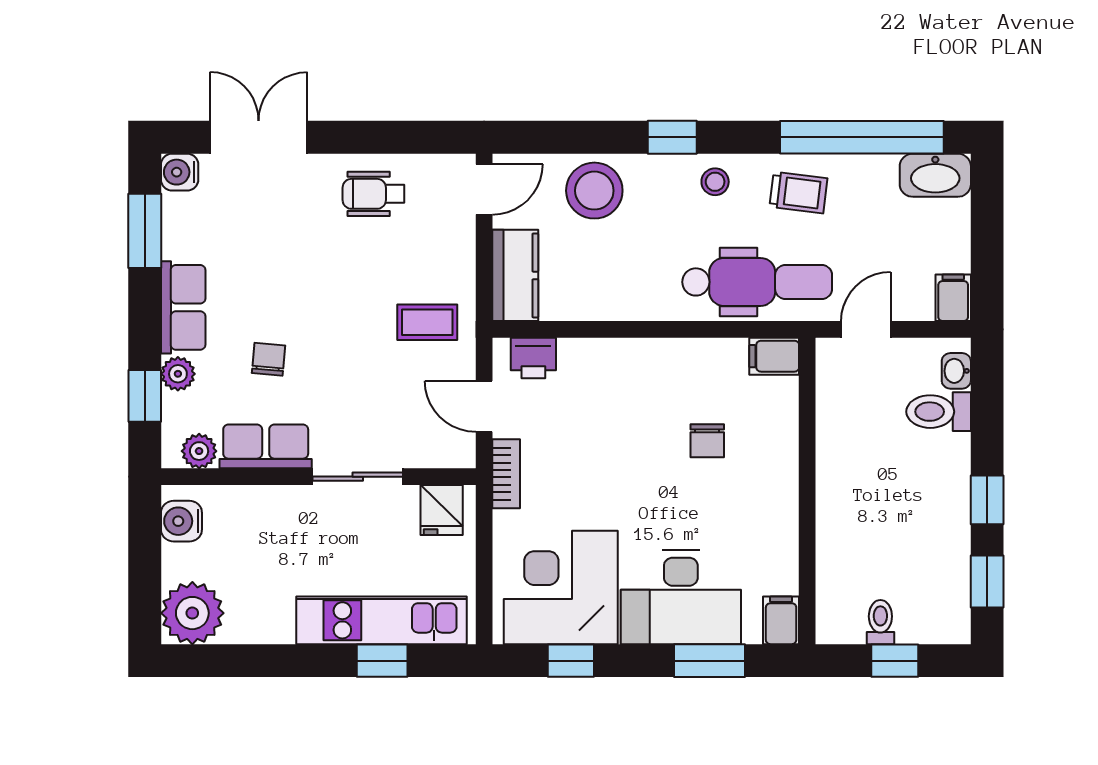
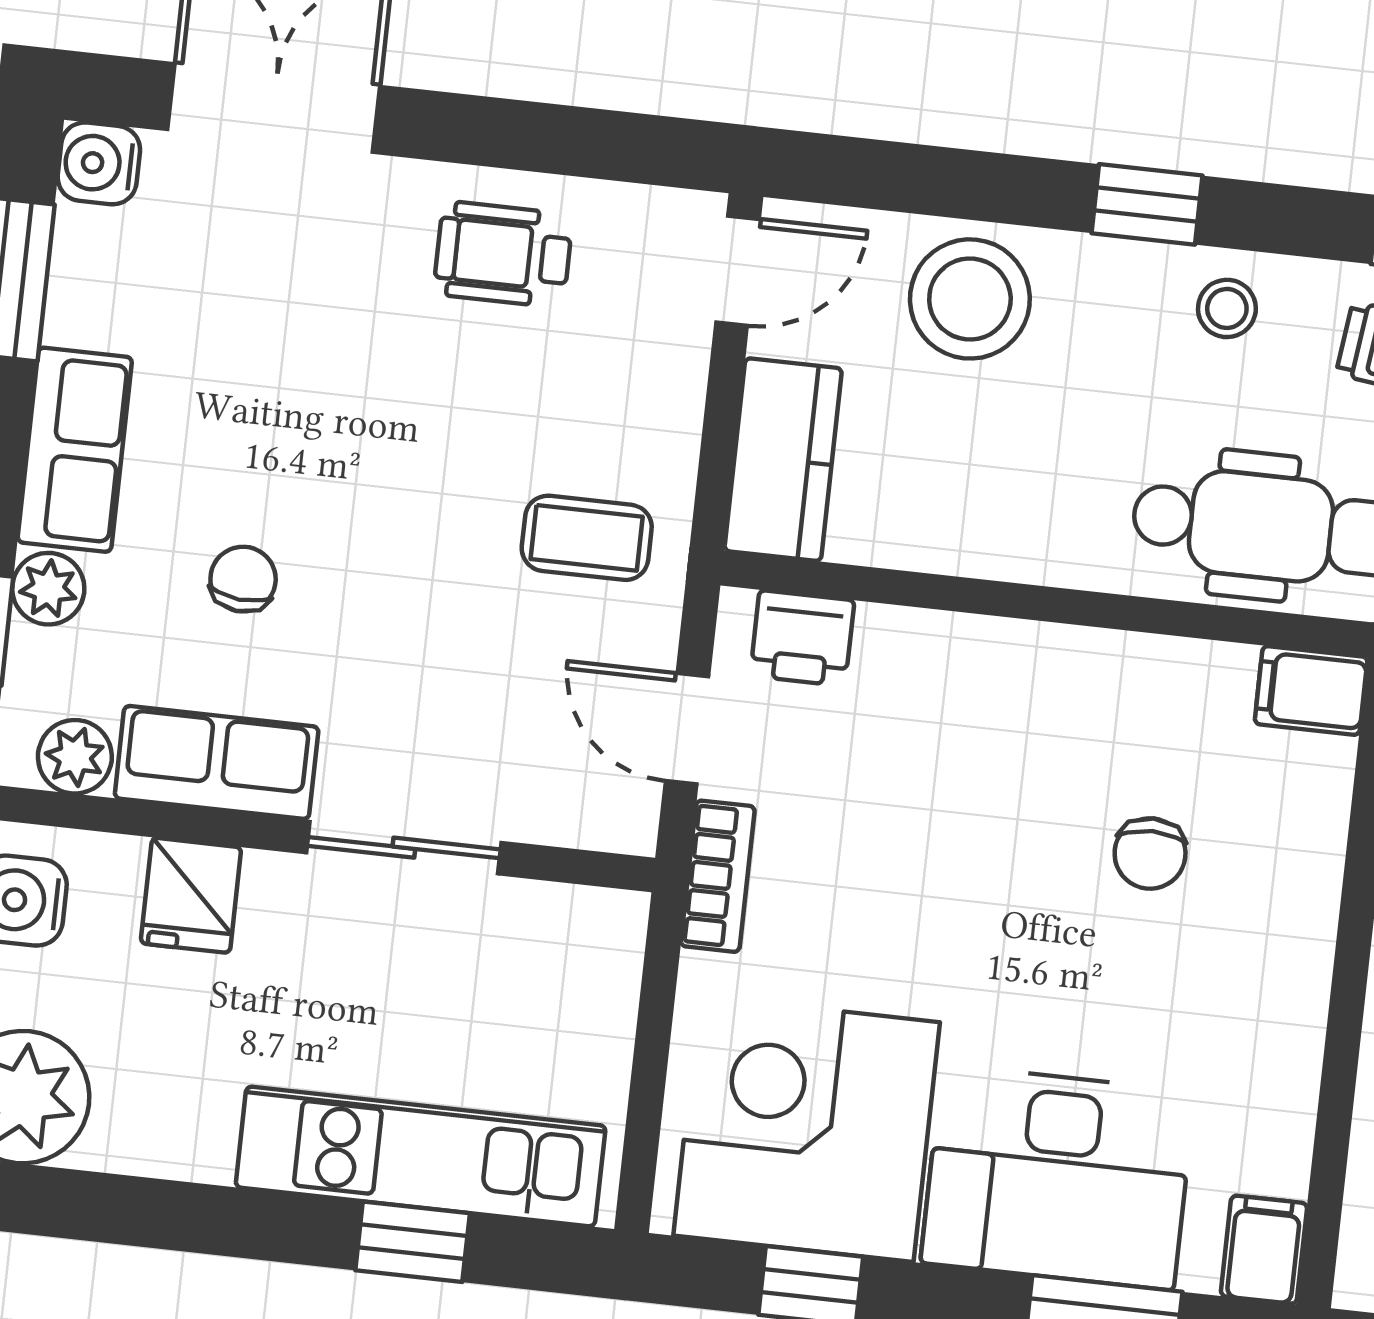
fridge: (442, 510) -> (191, 895), moved

